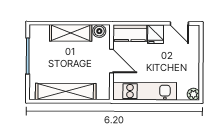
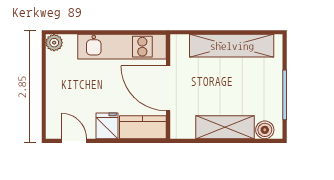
boiler: (99, 31) -> (265, 130), moved
door: (112, 61) -> (168, 88), width x1.36

